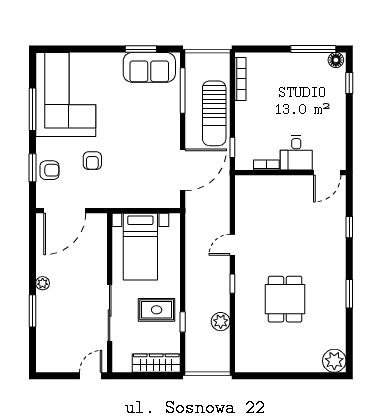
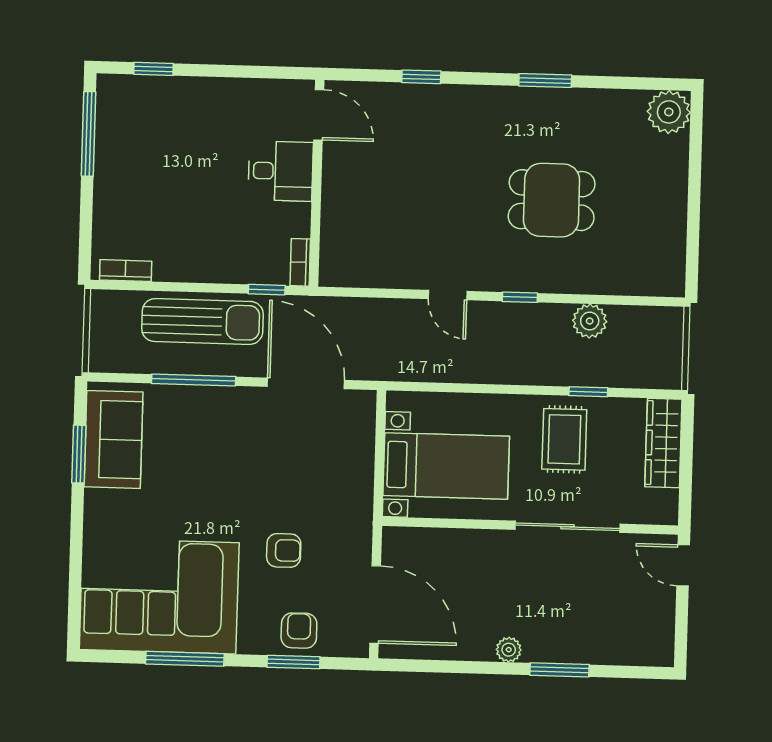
floor lamp: (336, 60) -> (110, 92), removed
bookcase: (240, 79) -> (126, 271), width x0.64
window: (183, 91) -> (194, 380), moved
bookcase: (266, 165) -> (300, 262), moved

